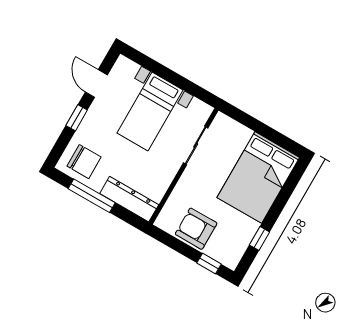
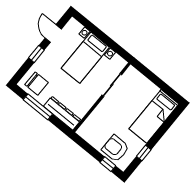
bed: (258, 177) -> (154, 116), width x0.67
armchair: (196, 229) -> (115, 149), moved

